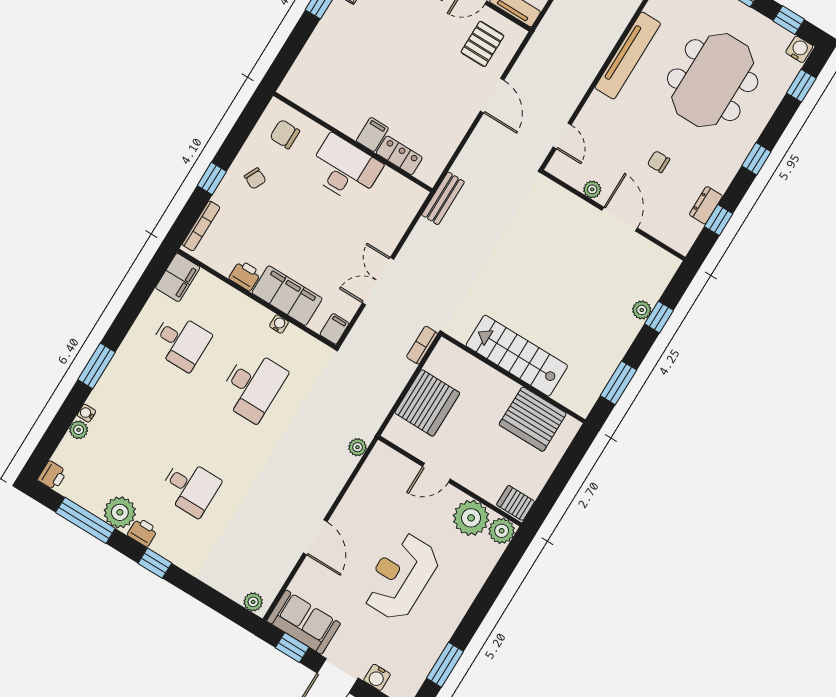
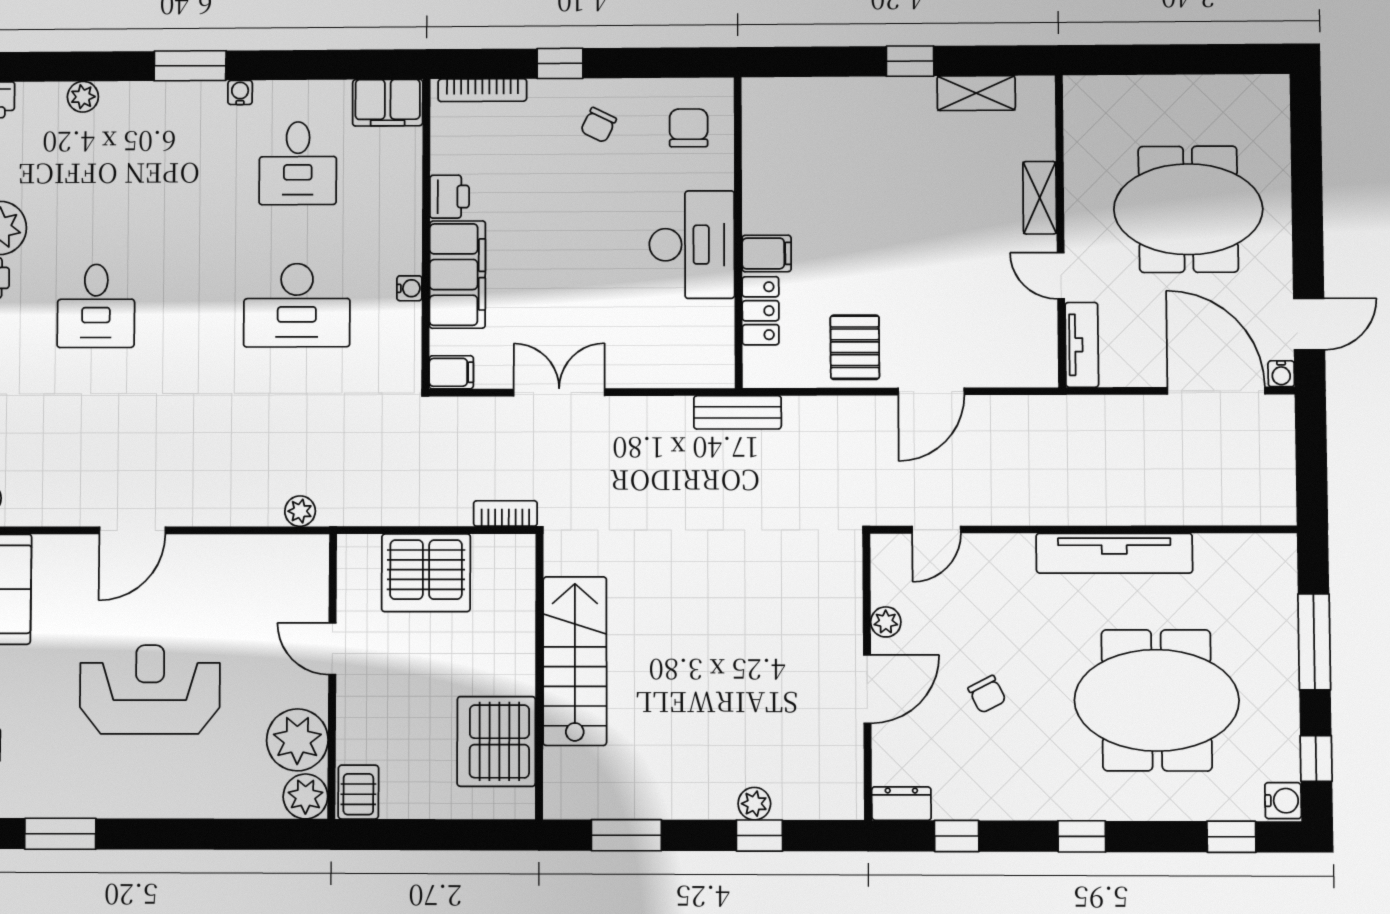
pallet: (482, 44) -> (855, 347), moved, turned 90
chair: (659, 162) -> (987, 694), turned 153
dresser: (706, 205) -> (901, 804), moved
water cooler: (86, 413) -> (240, 92), moved

